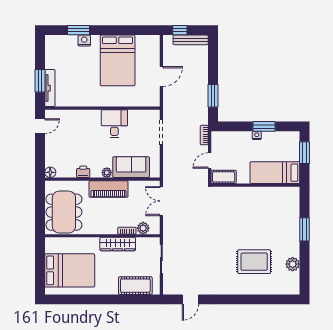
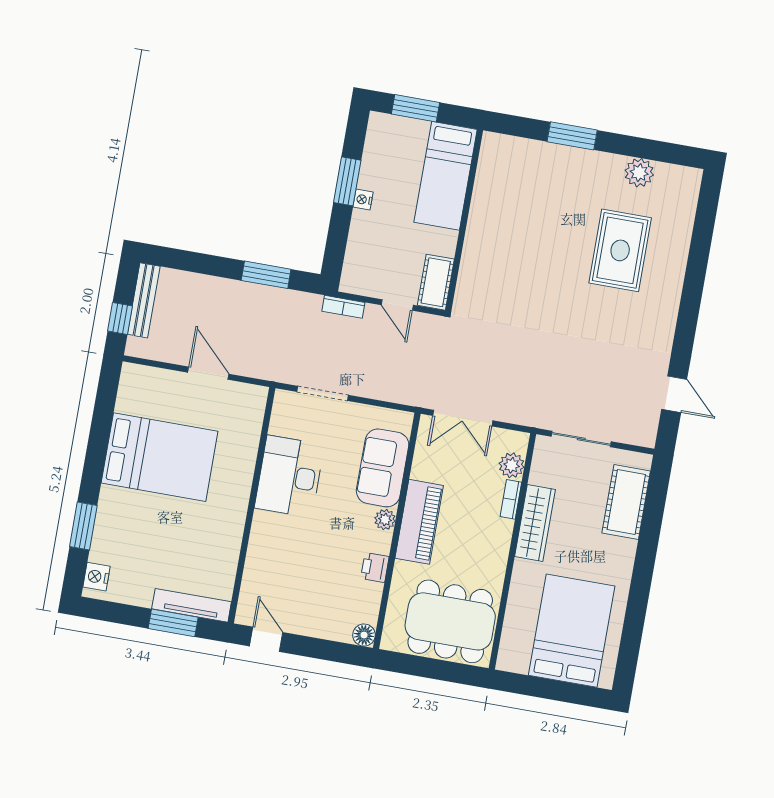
nightstand: (84, 41) -> (96, 577), moved
desk: (114, 124) -> (289, 476), width x1.37

